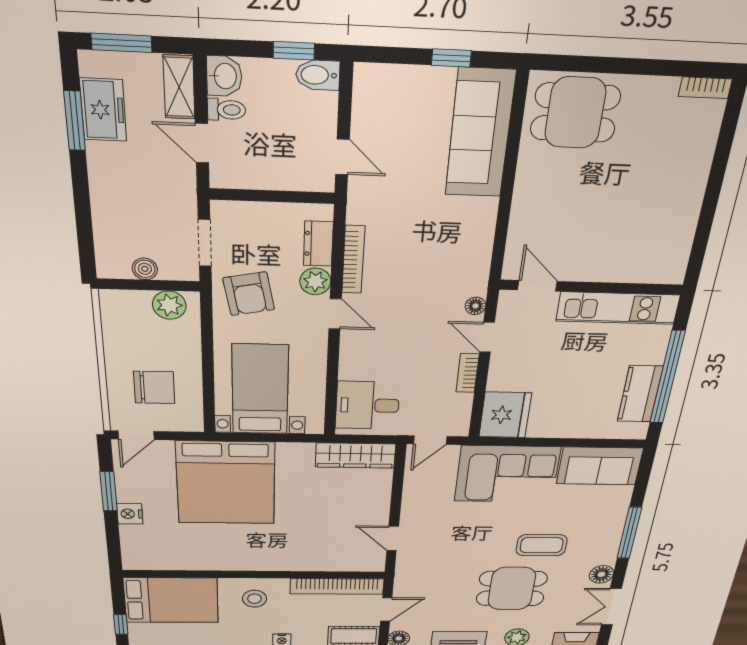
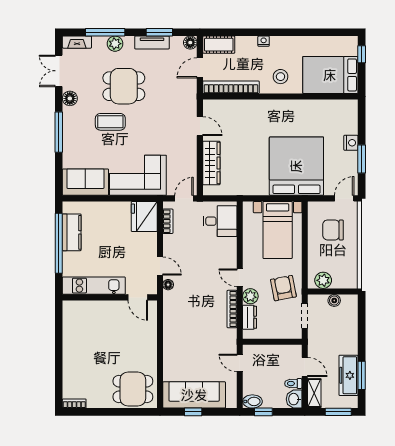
freezer: (103, 110) -> (348, 375), width x1.40
sofa: (480, 134) -> (194, 395), moved, turned -90
bookcase: (468, 373) -> (168, 221), moved
wardrobe: (355, 455) -> (211, 163), moved, turned 90
double door: (611, 607) -> (59, 71), swing flipped

